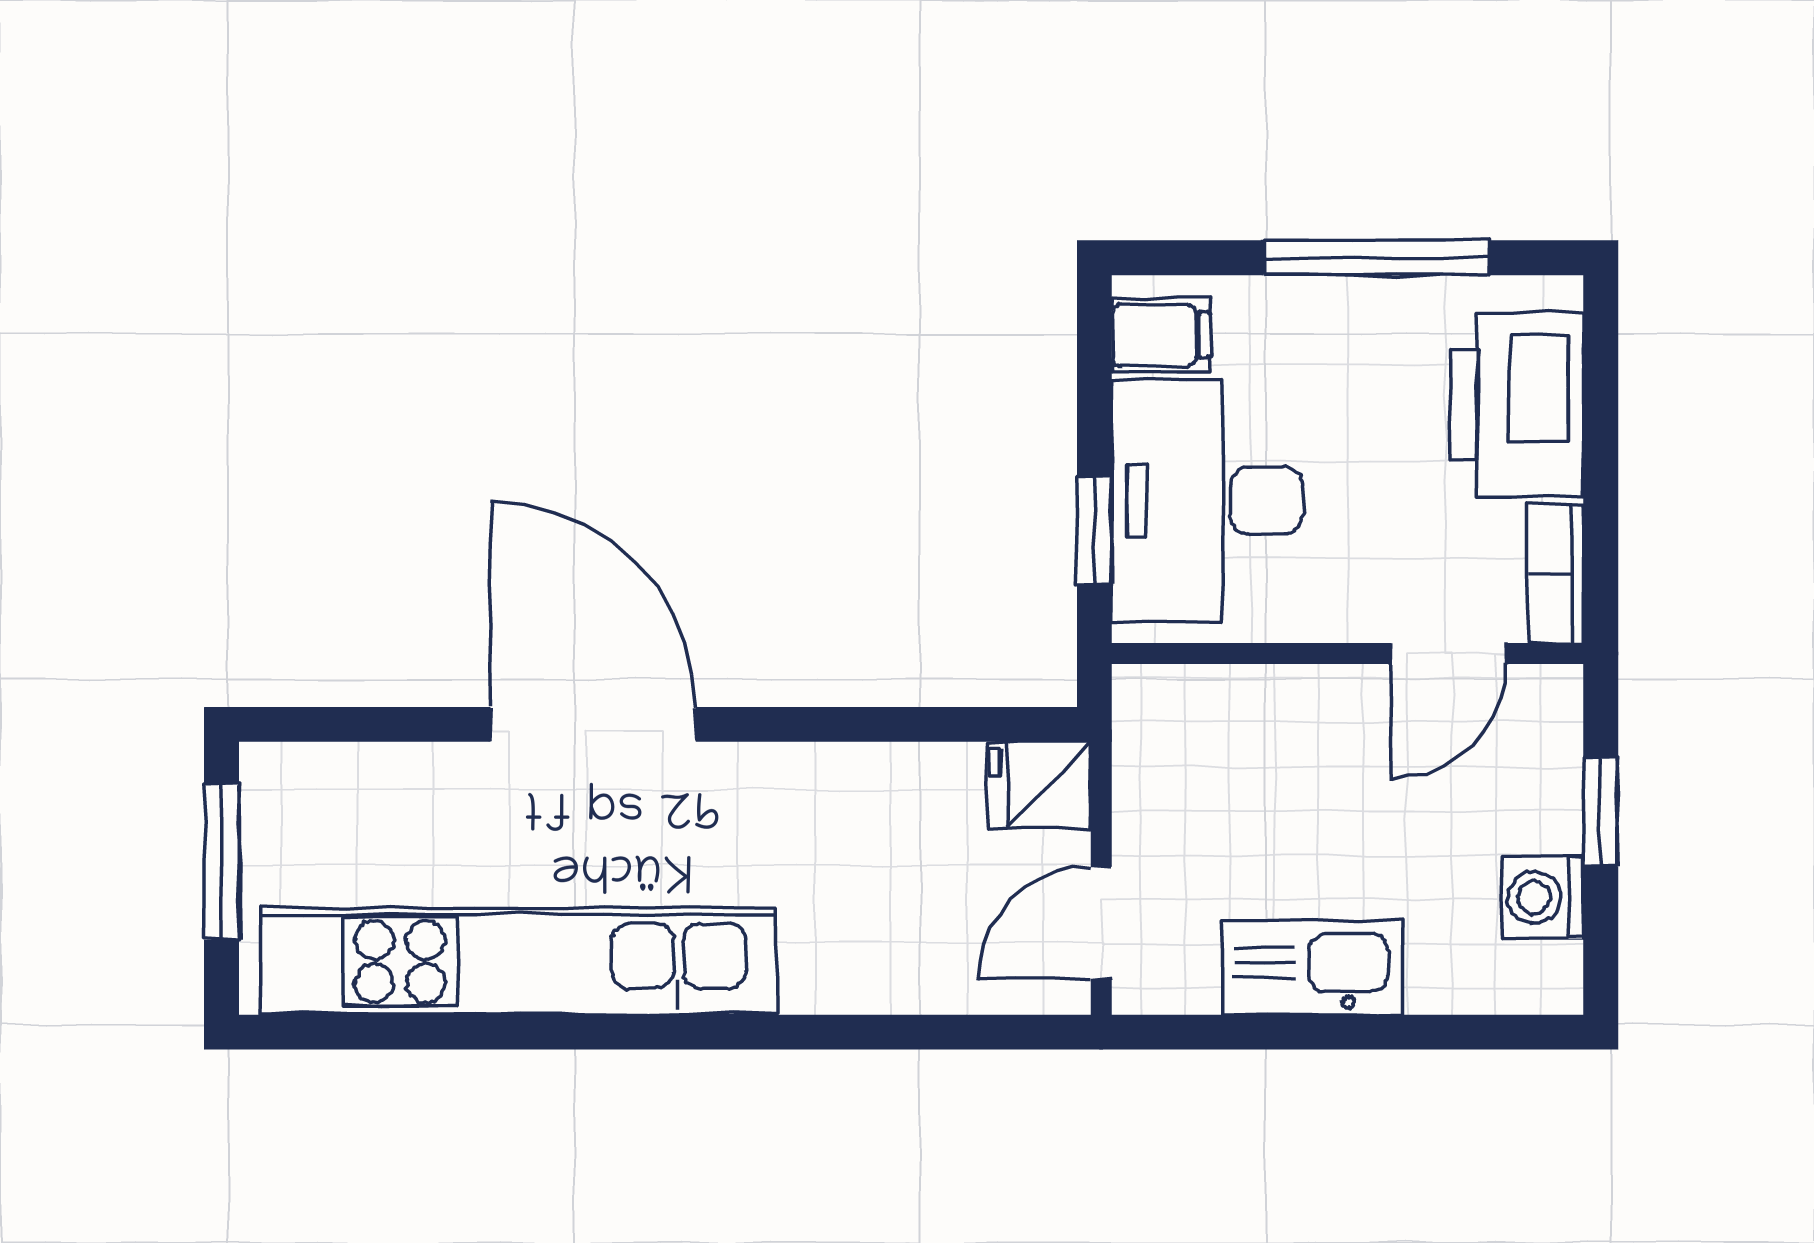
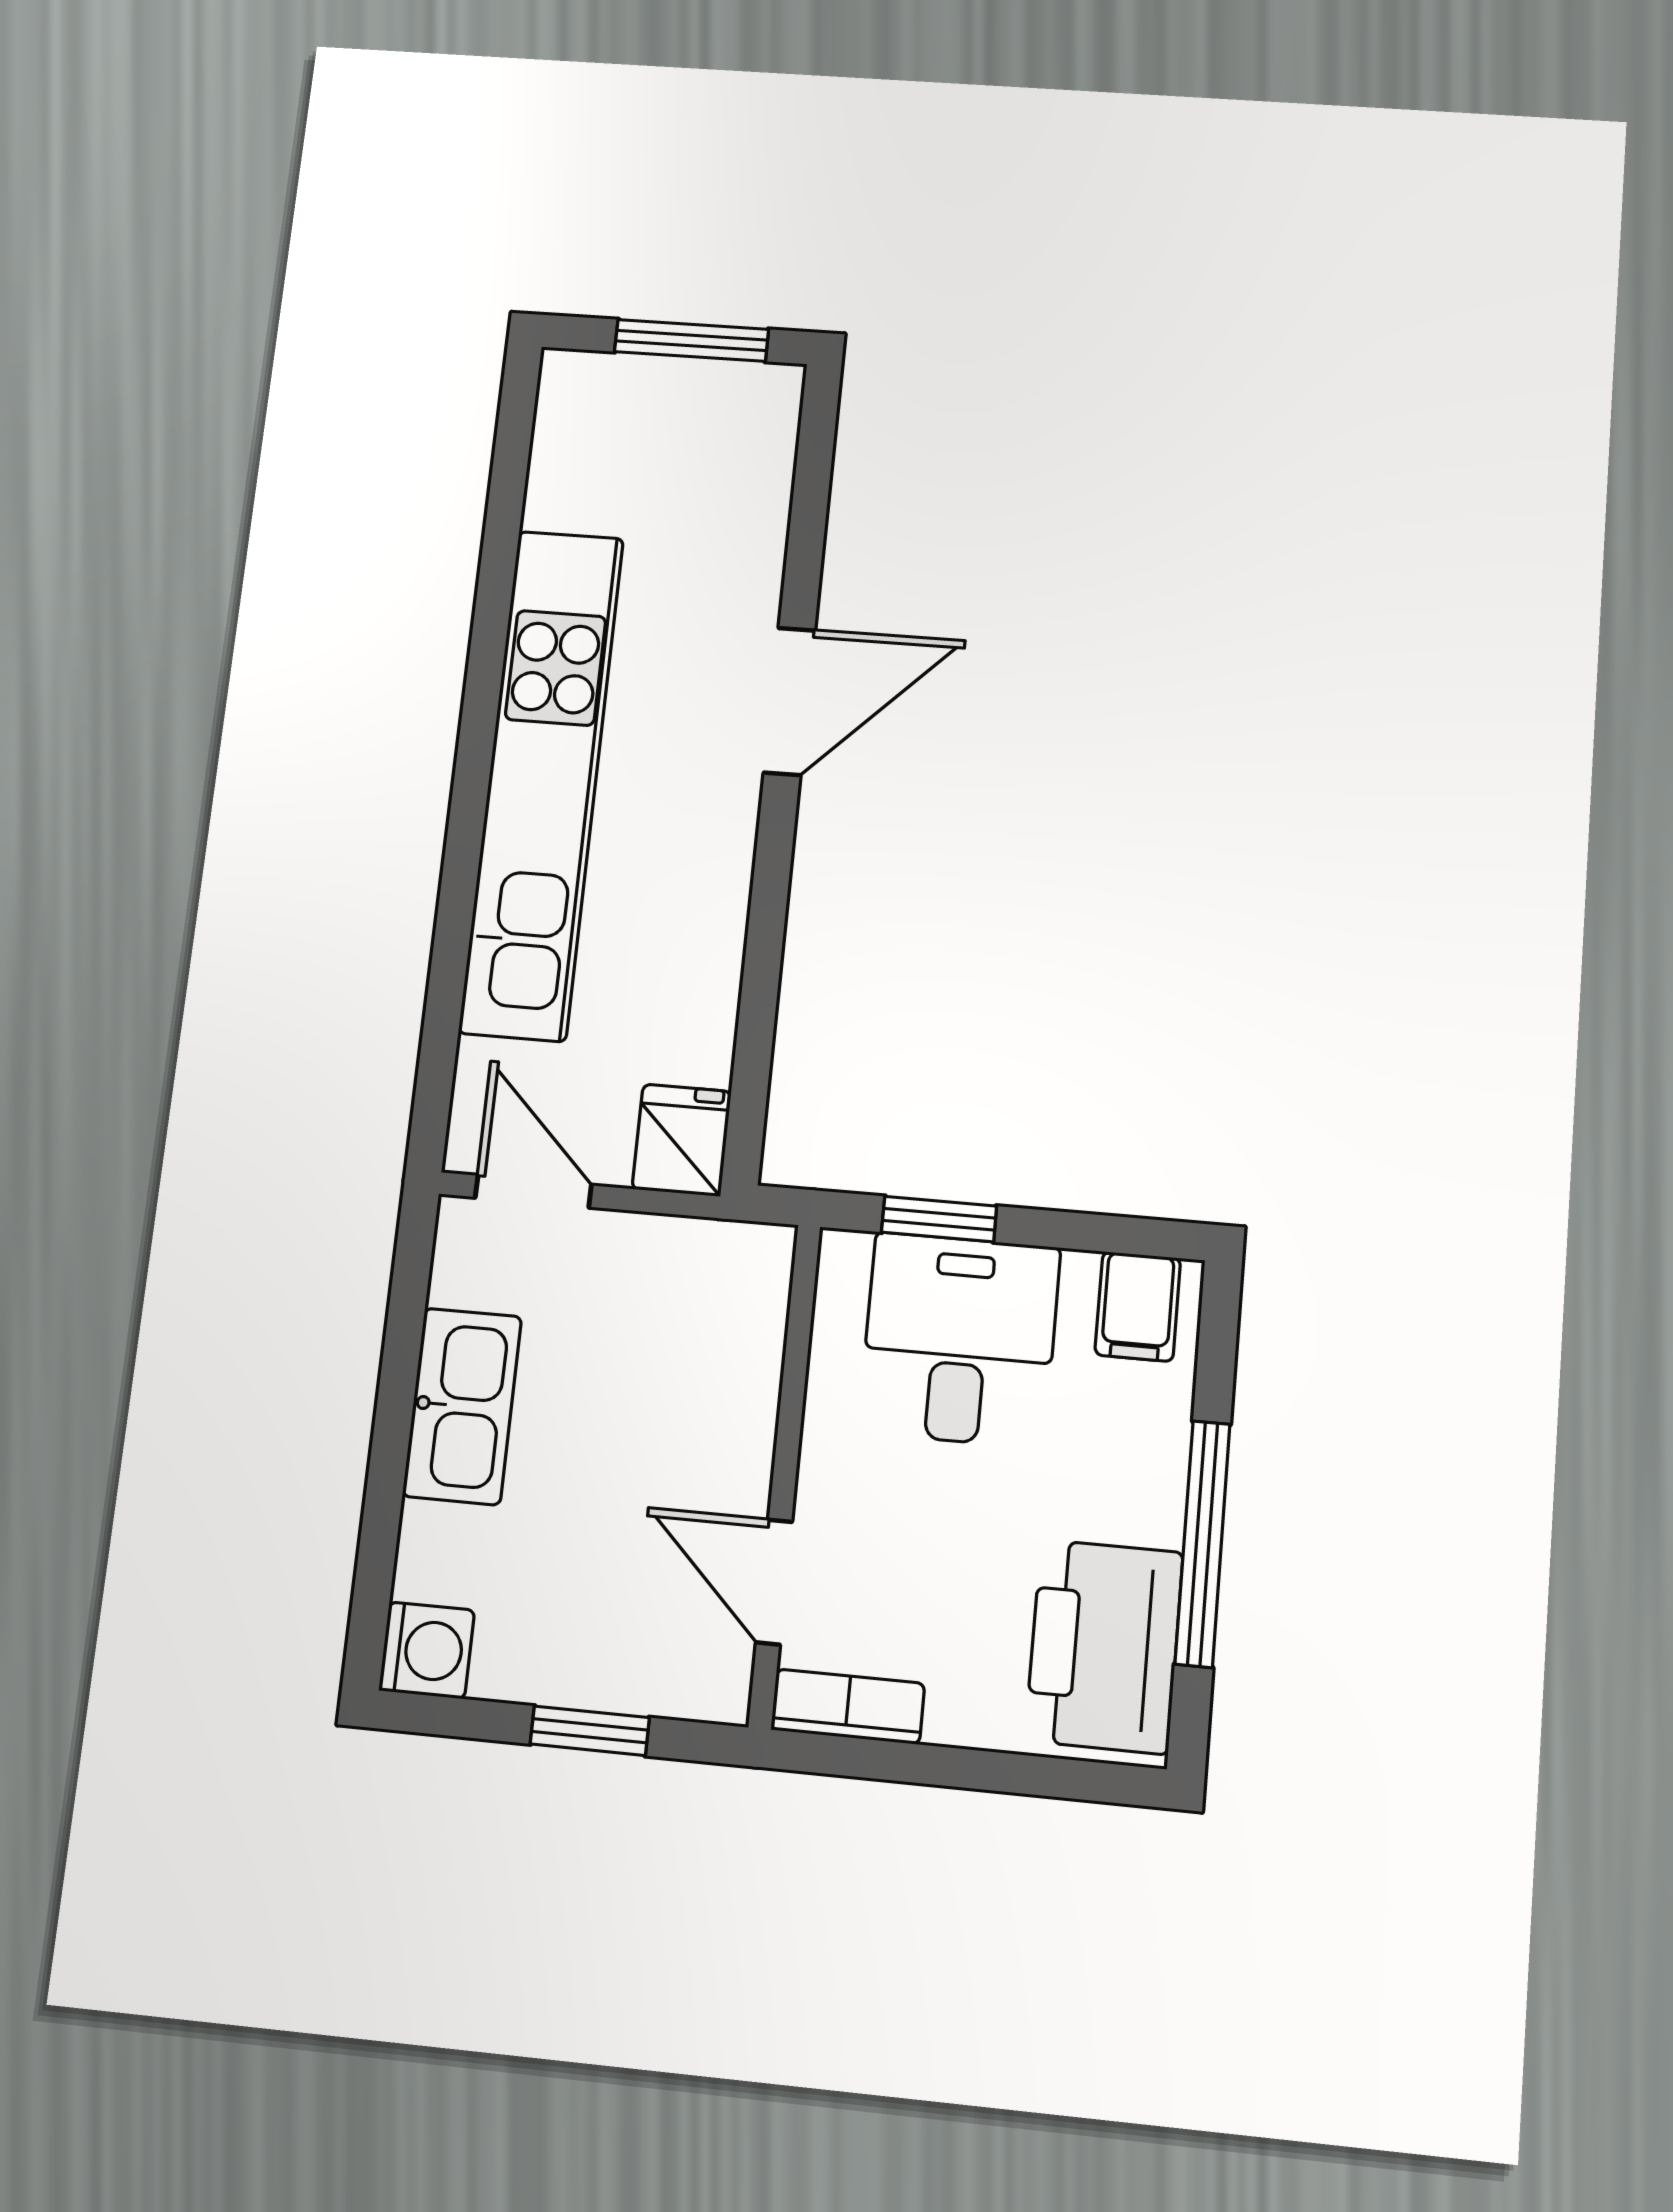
printer: (1517, 405) -> (1104, 1646), moved, turned -90
desk: (1207, 500) -> (959, 1340), width x0.73
door: (593, 724) -> (789, 701), width x0.73
washing machine: (1542, 897) -> (427, 1650), moved, turned 90
kitchen unit: (519, 961) -> (542, 783), moved

